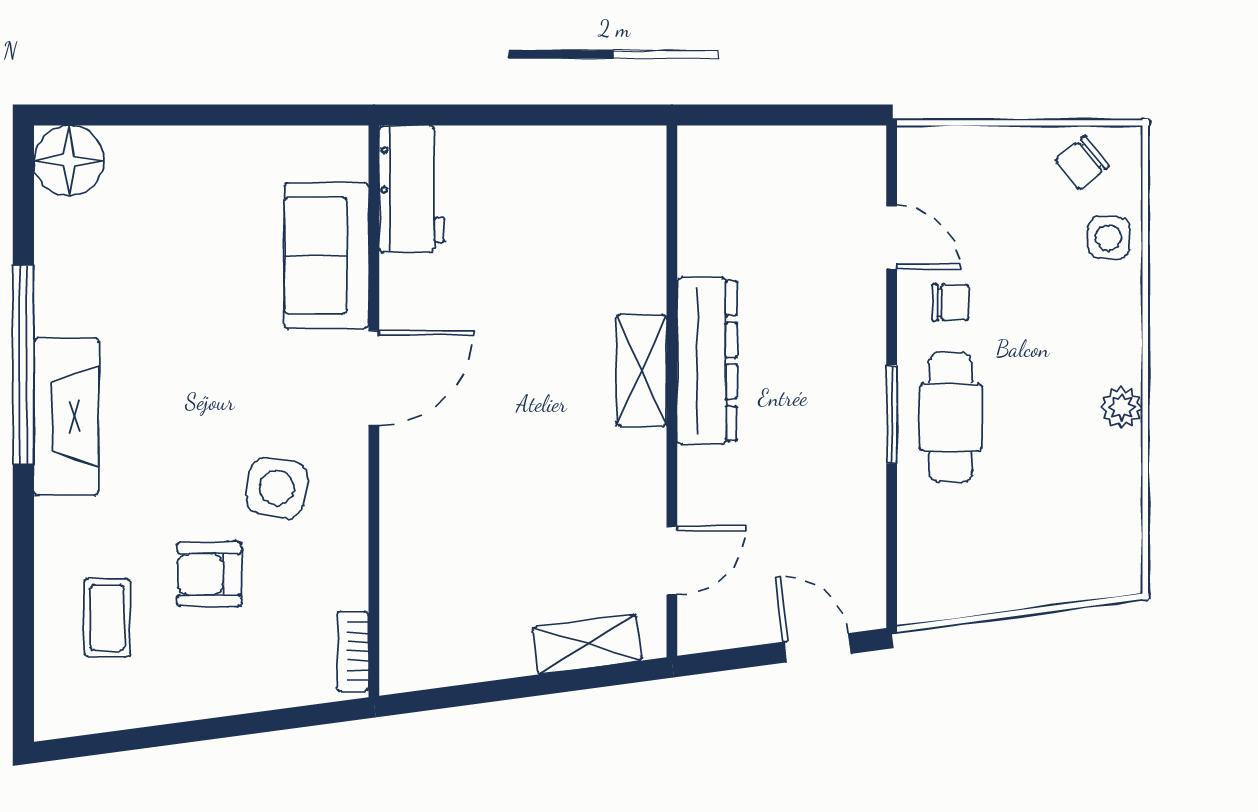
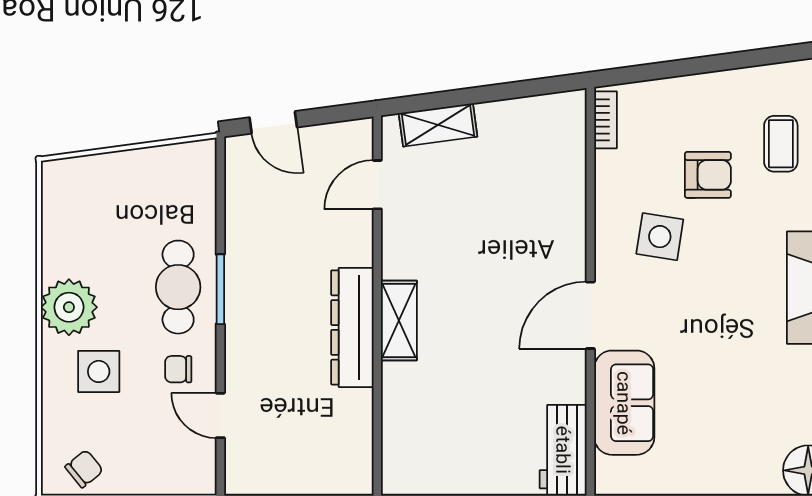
side table: (1109, 238) -> (99, 371), moved, width x1.37, depth x1.37
plant: (1122, 407) -> (69, 307), width x1.88, depth x1.88

